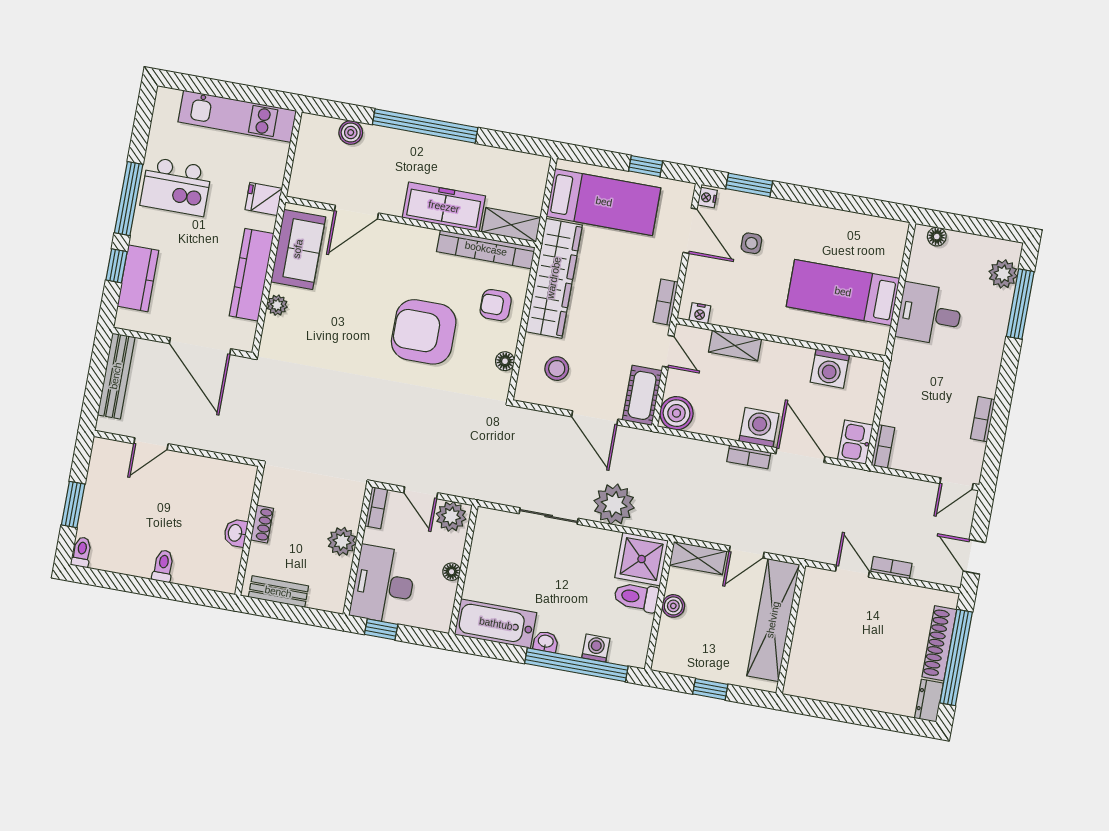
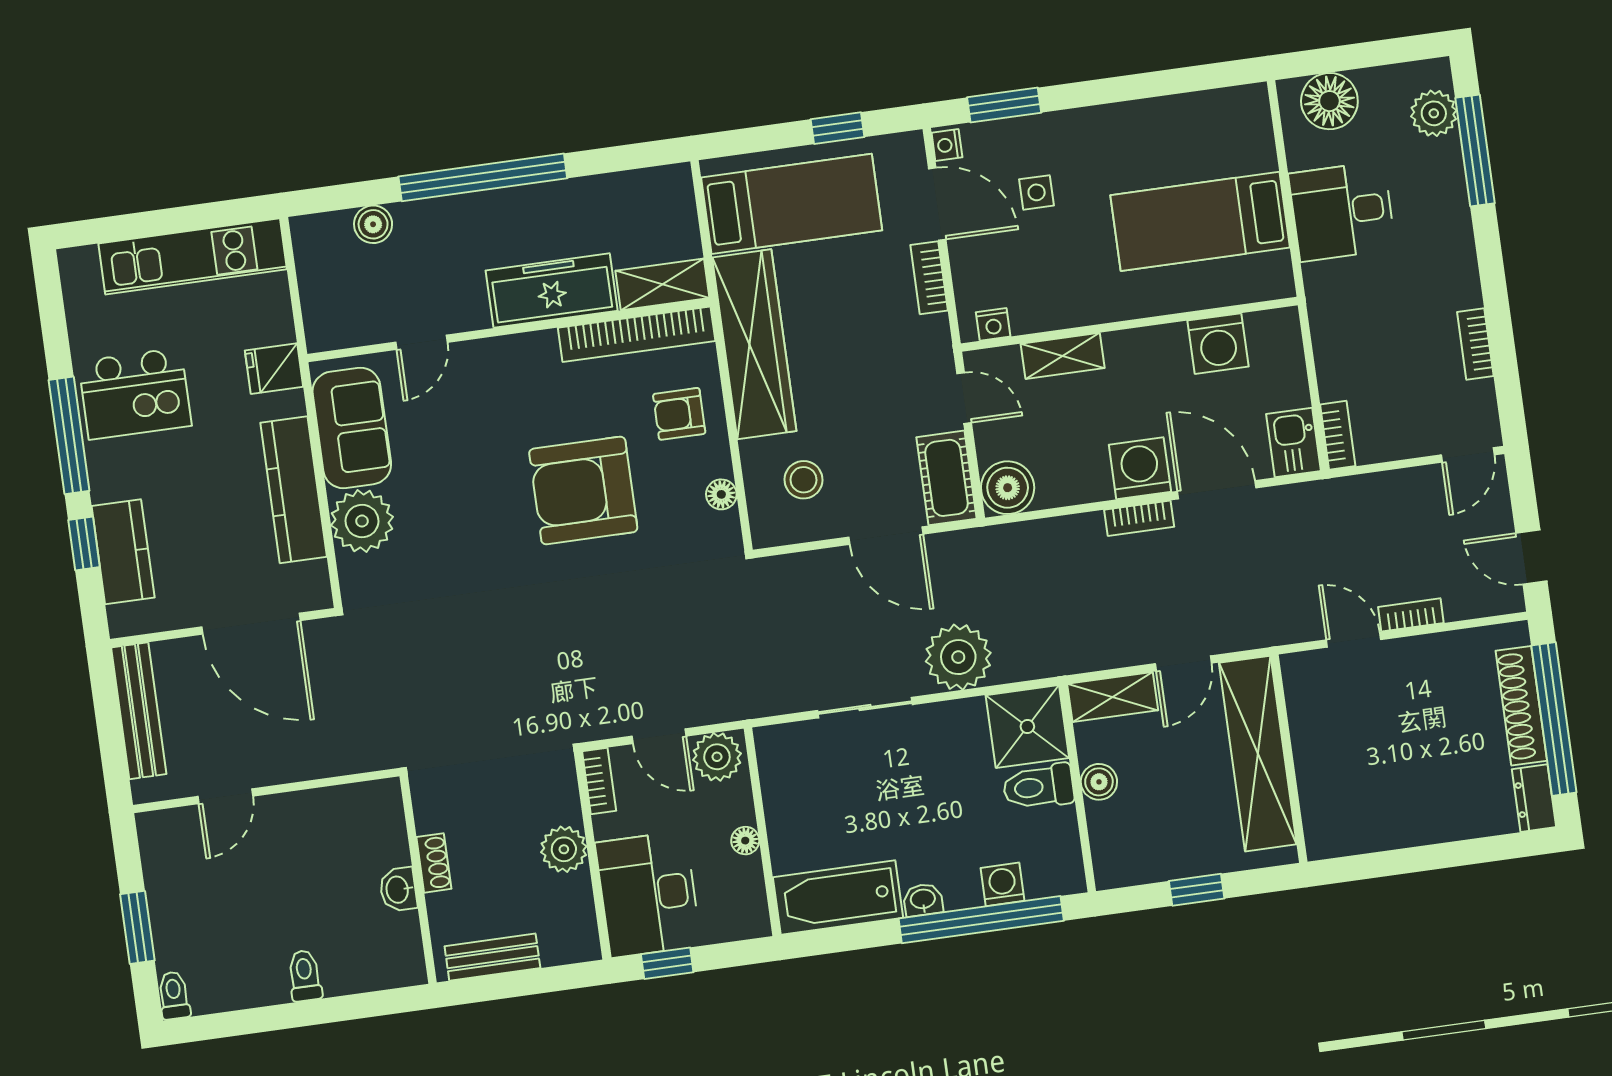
door: (356, 212) -> (422, 342), width x0.73
floor lamp: (937, 237) -> (1329, 101), width x1.89, depth x1.89
bookcase: (666, 302) -> (929, 278), moved
plant: (277, 305) -> (362, 521), width x1.88, depth x1.88

